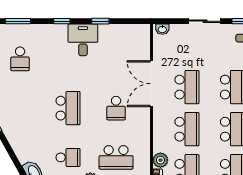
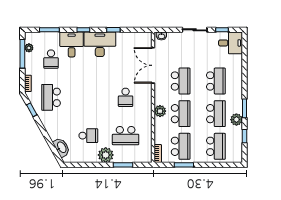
desk: (47, 40) -> (72, 45), added
desk: (83, 40) -> (100, 44), width x1.37
double door: (151, 84) -> (153, 65), moved
school desk: (68, 108) -> (51, 97), moved, turned 180
plant: (160, 160) -> (160, 111), moved

